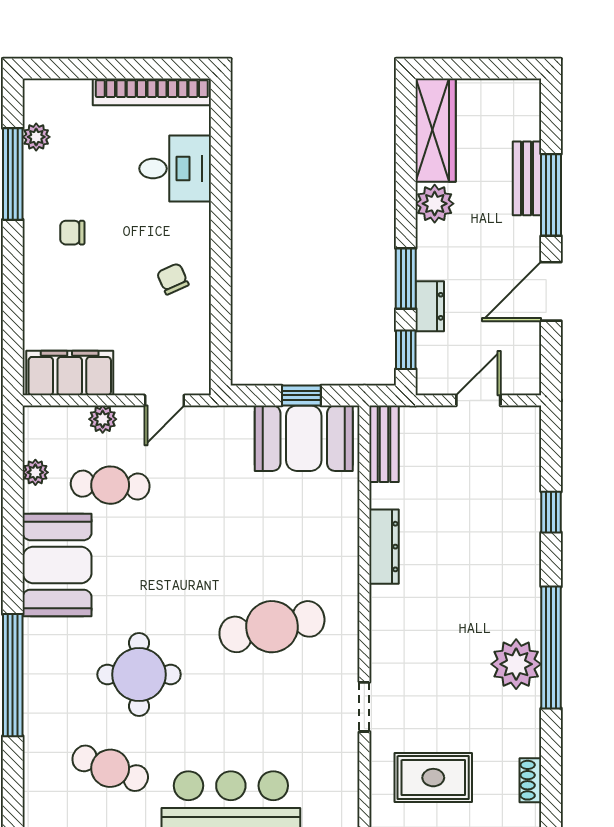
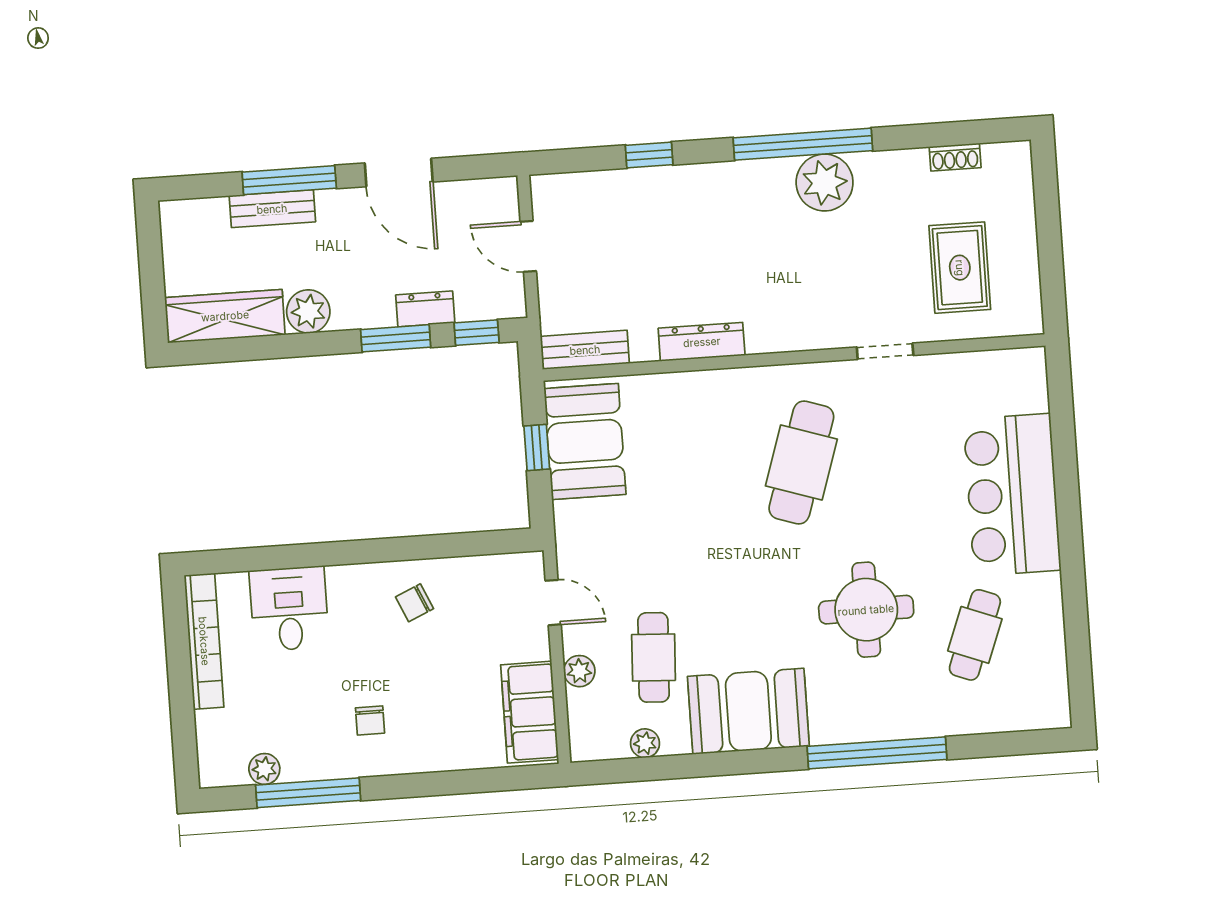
cafe table: (272, 627) -> (801, 463), turned 30

